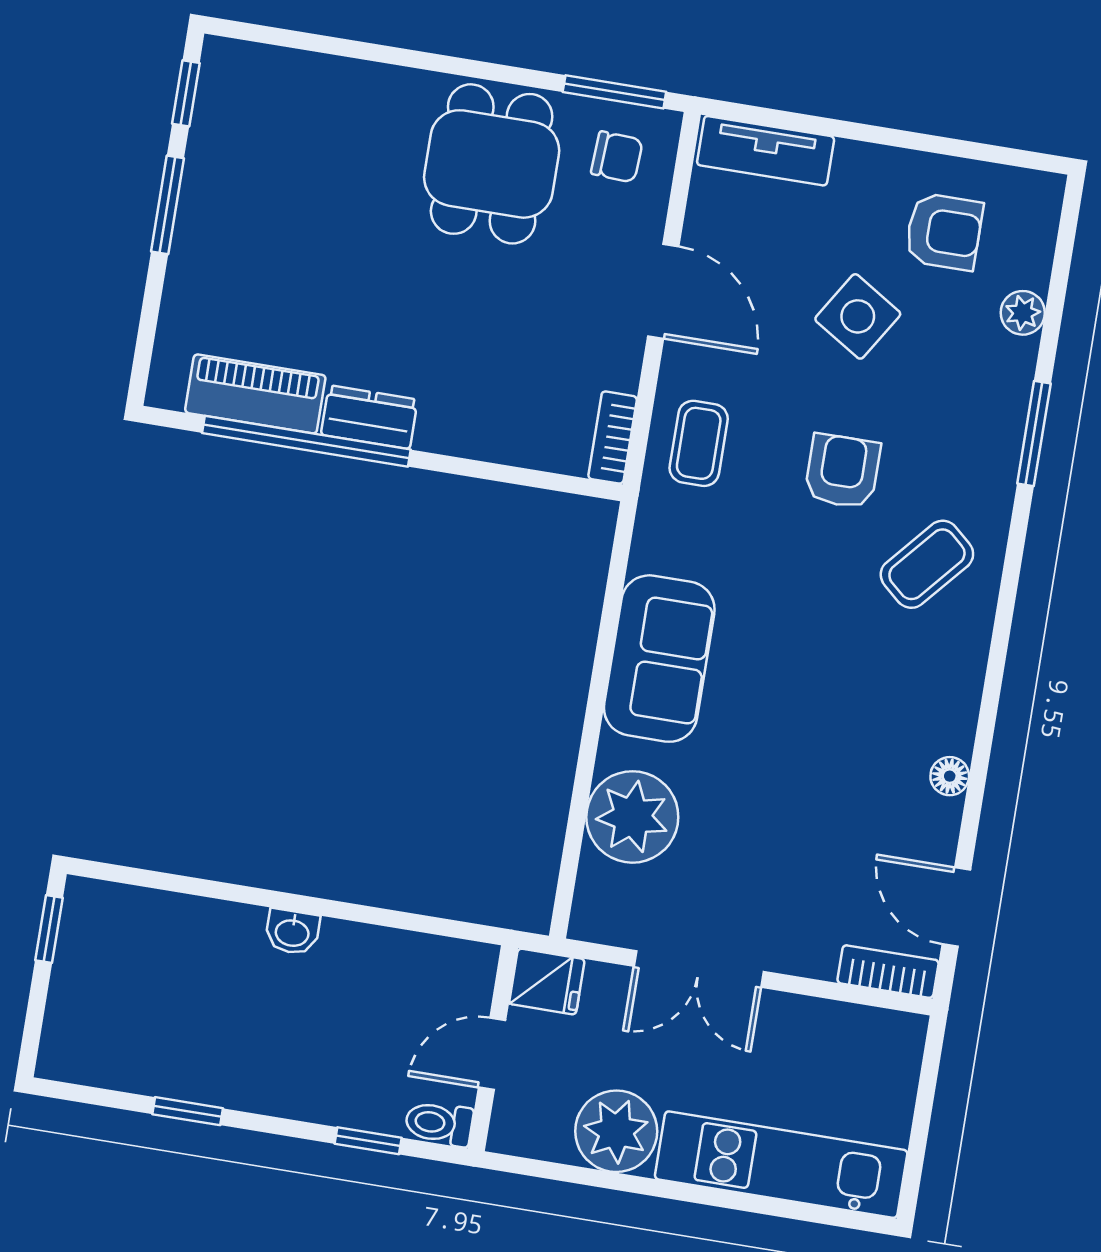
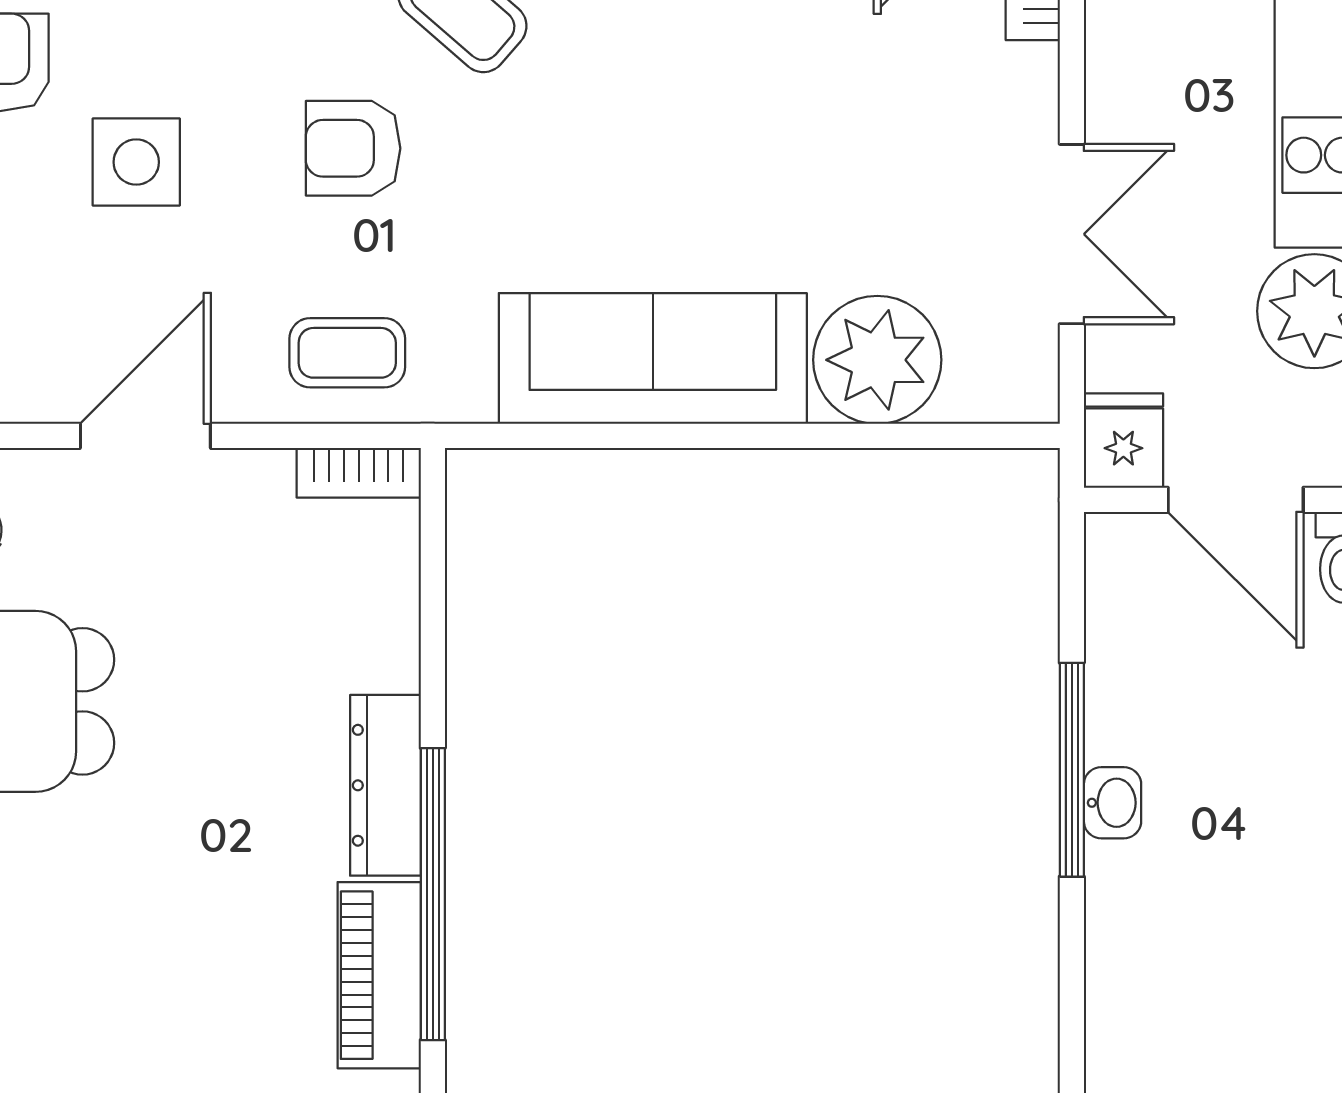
side table: (858, 316) -> (136, 162), turned -32
dresser: (369, 417) -> (385, 785), width x1.44
sofa: (659, 659) -> (653, 358), width x1.36
window: (320, 907) -> (1072, 770), added
door: (492, 1054) -> (1236, 500), width x1.38

